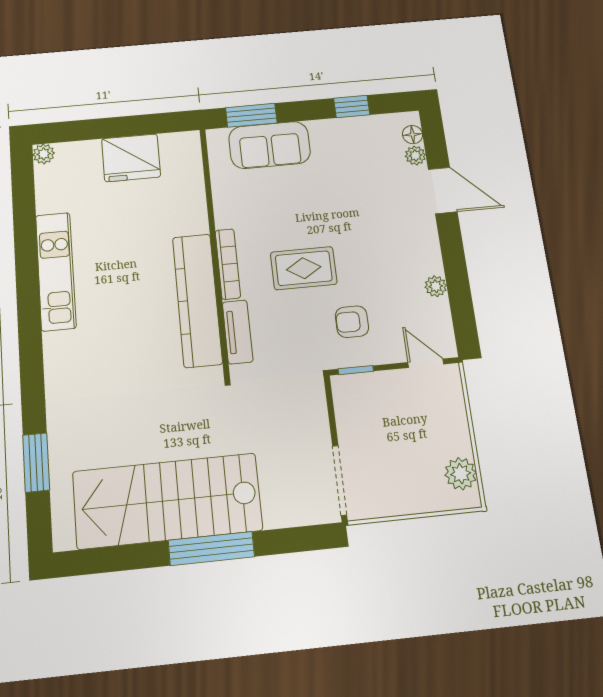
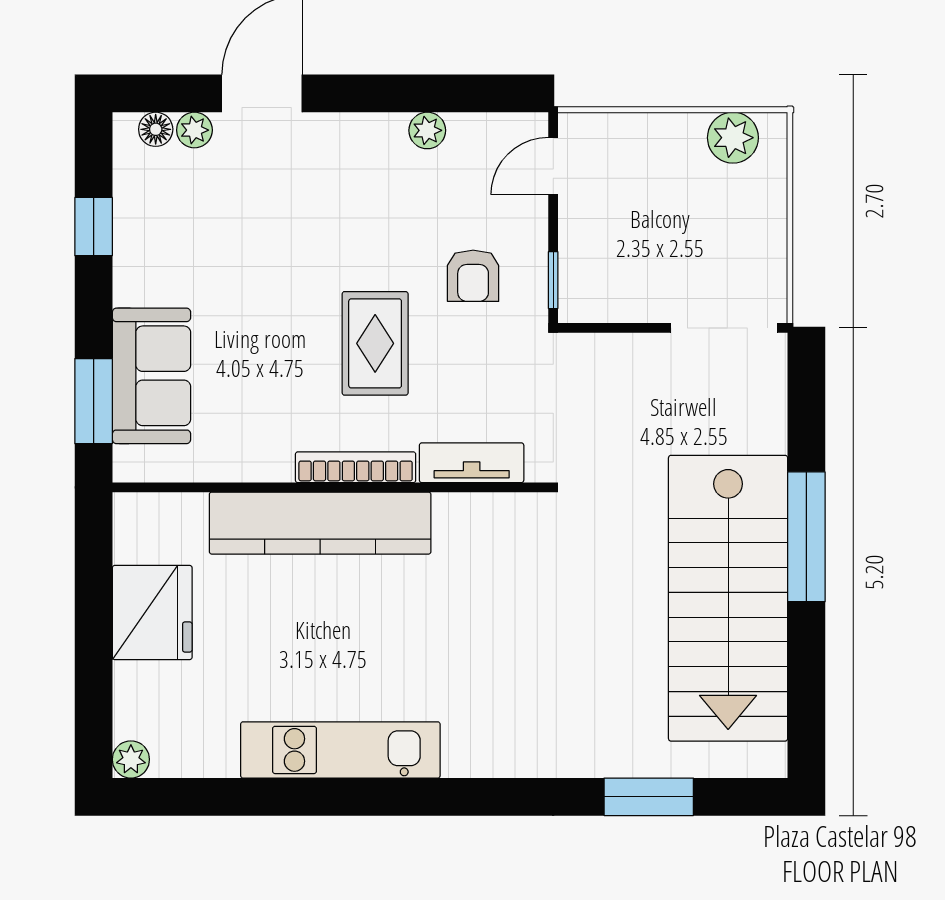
kitchen counter: (197, 300) -> (320, 523), moved

